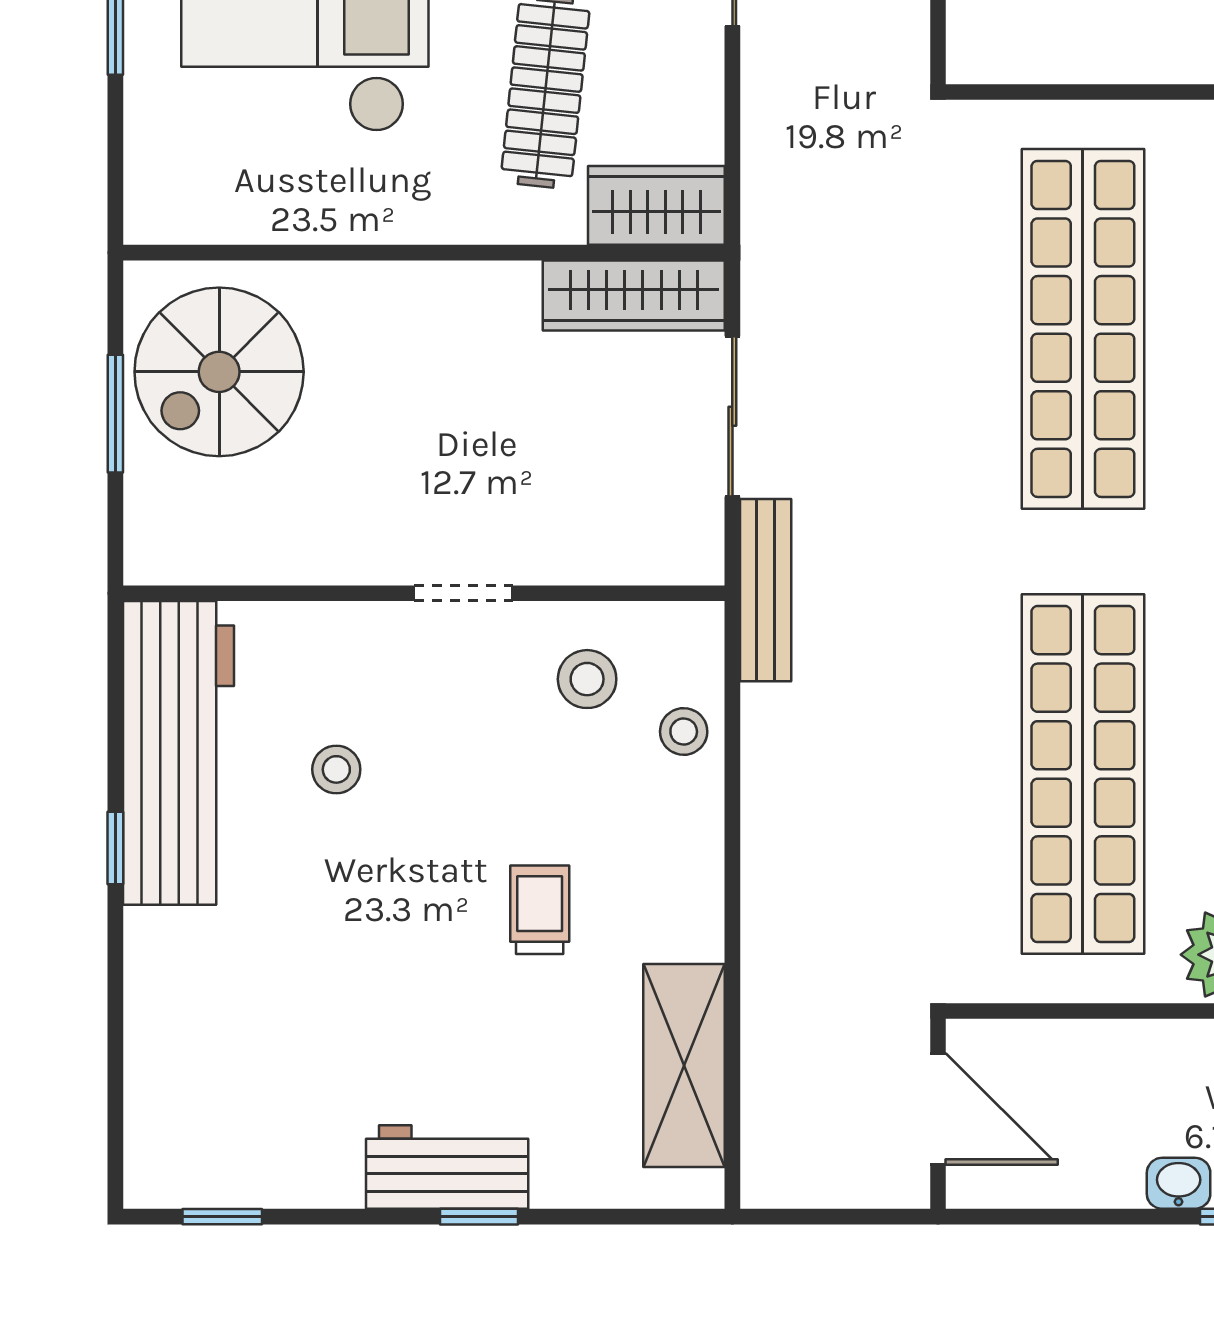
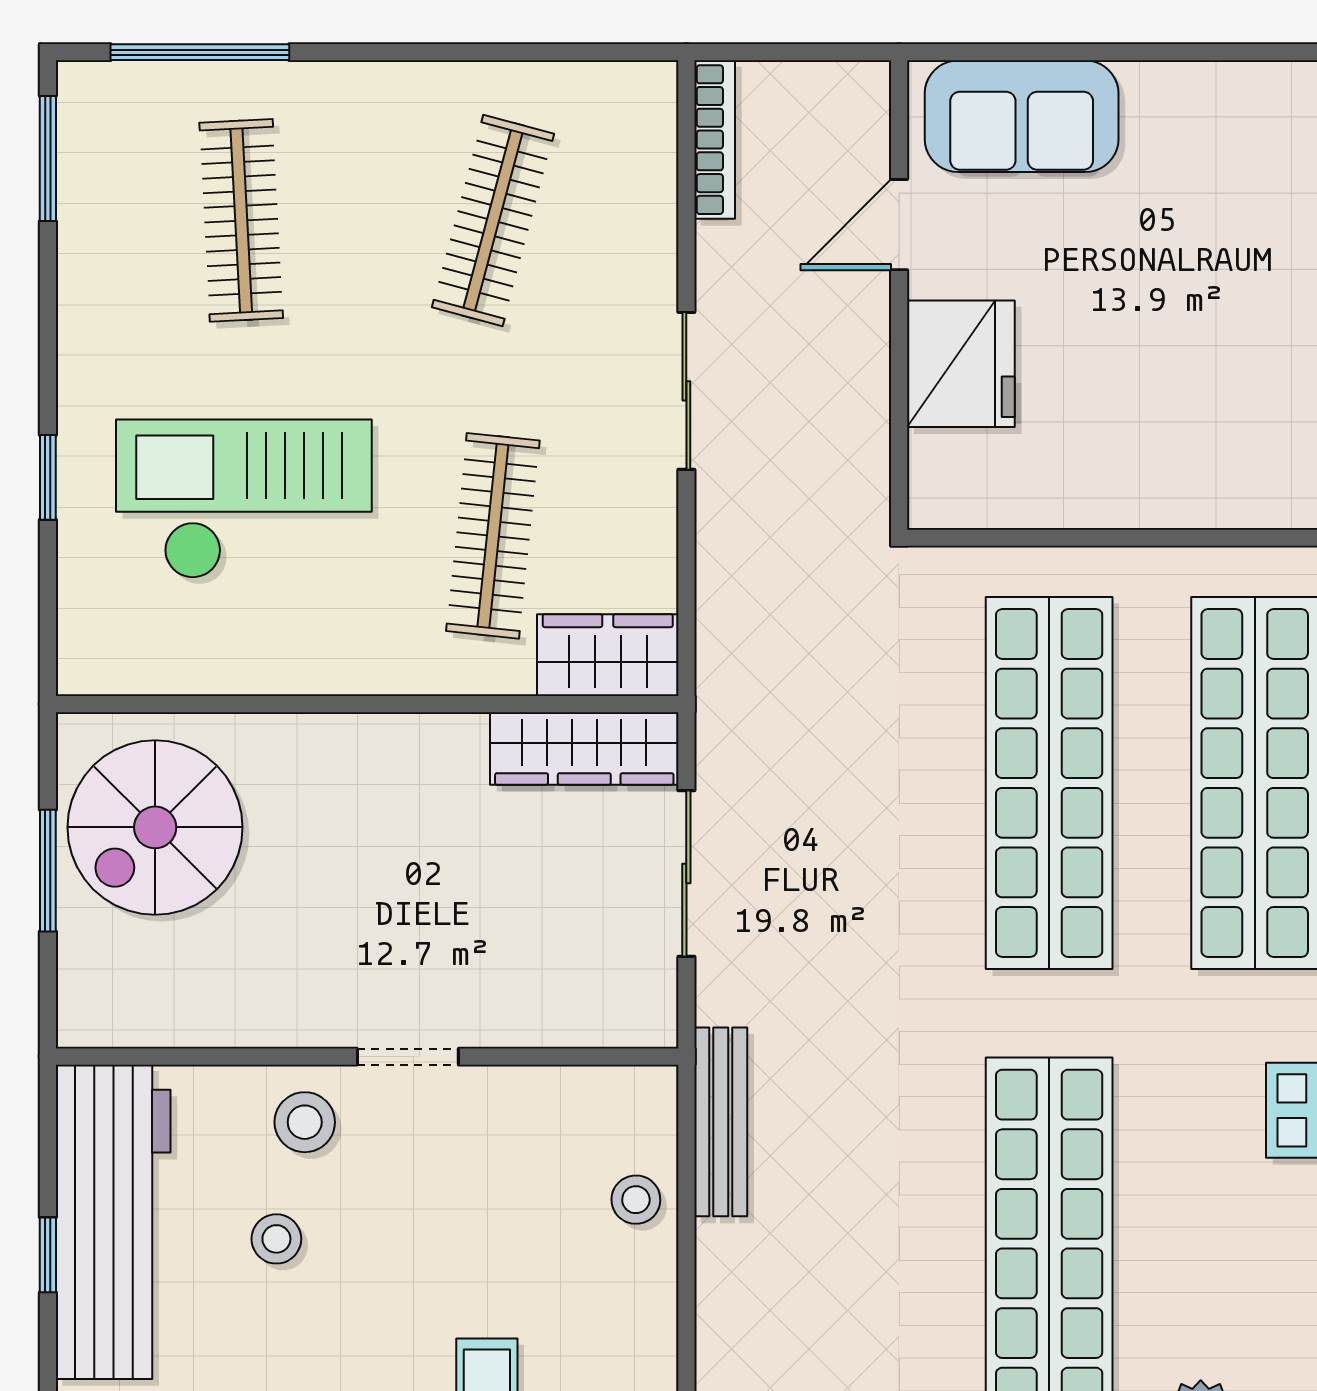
bench: (766, 590) -> (721, 1122), moved
stool: (587, 679) -> (305, 1122), moved
window: (115, 848) -> (48, 1255), moved

